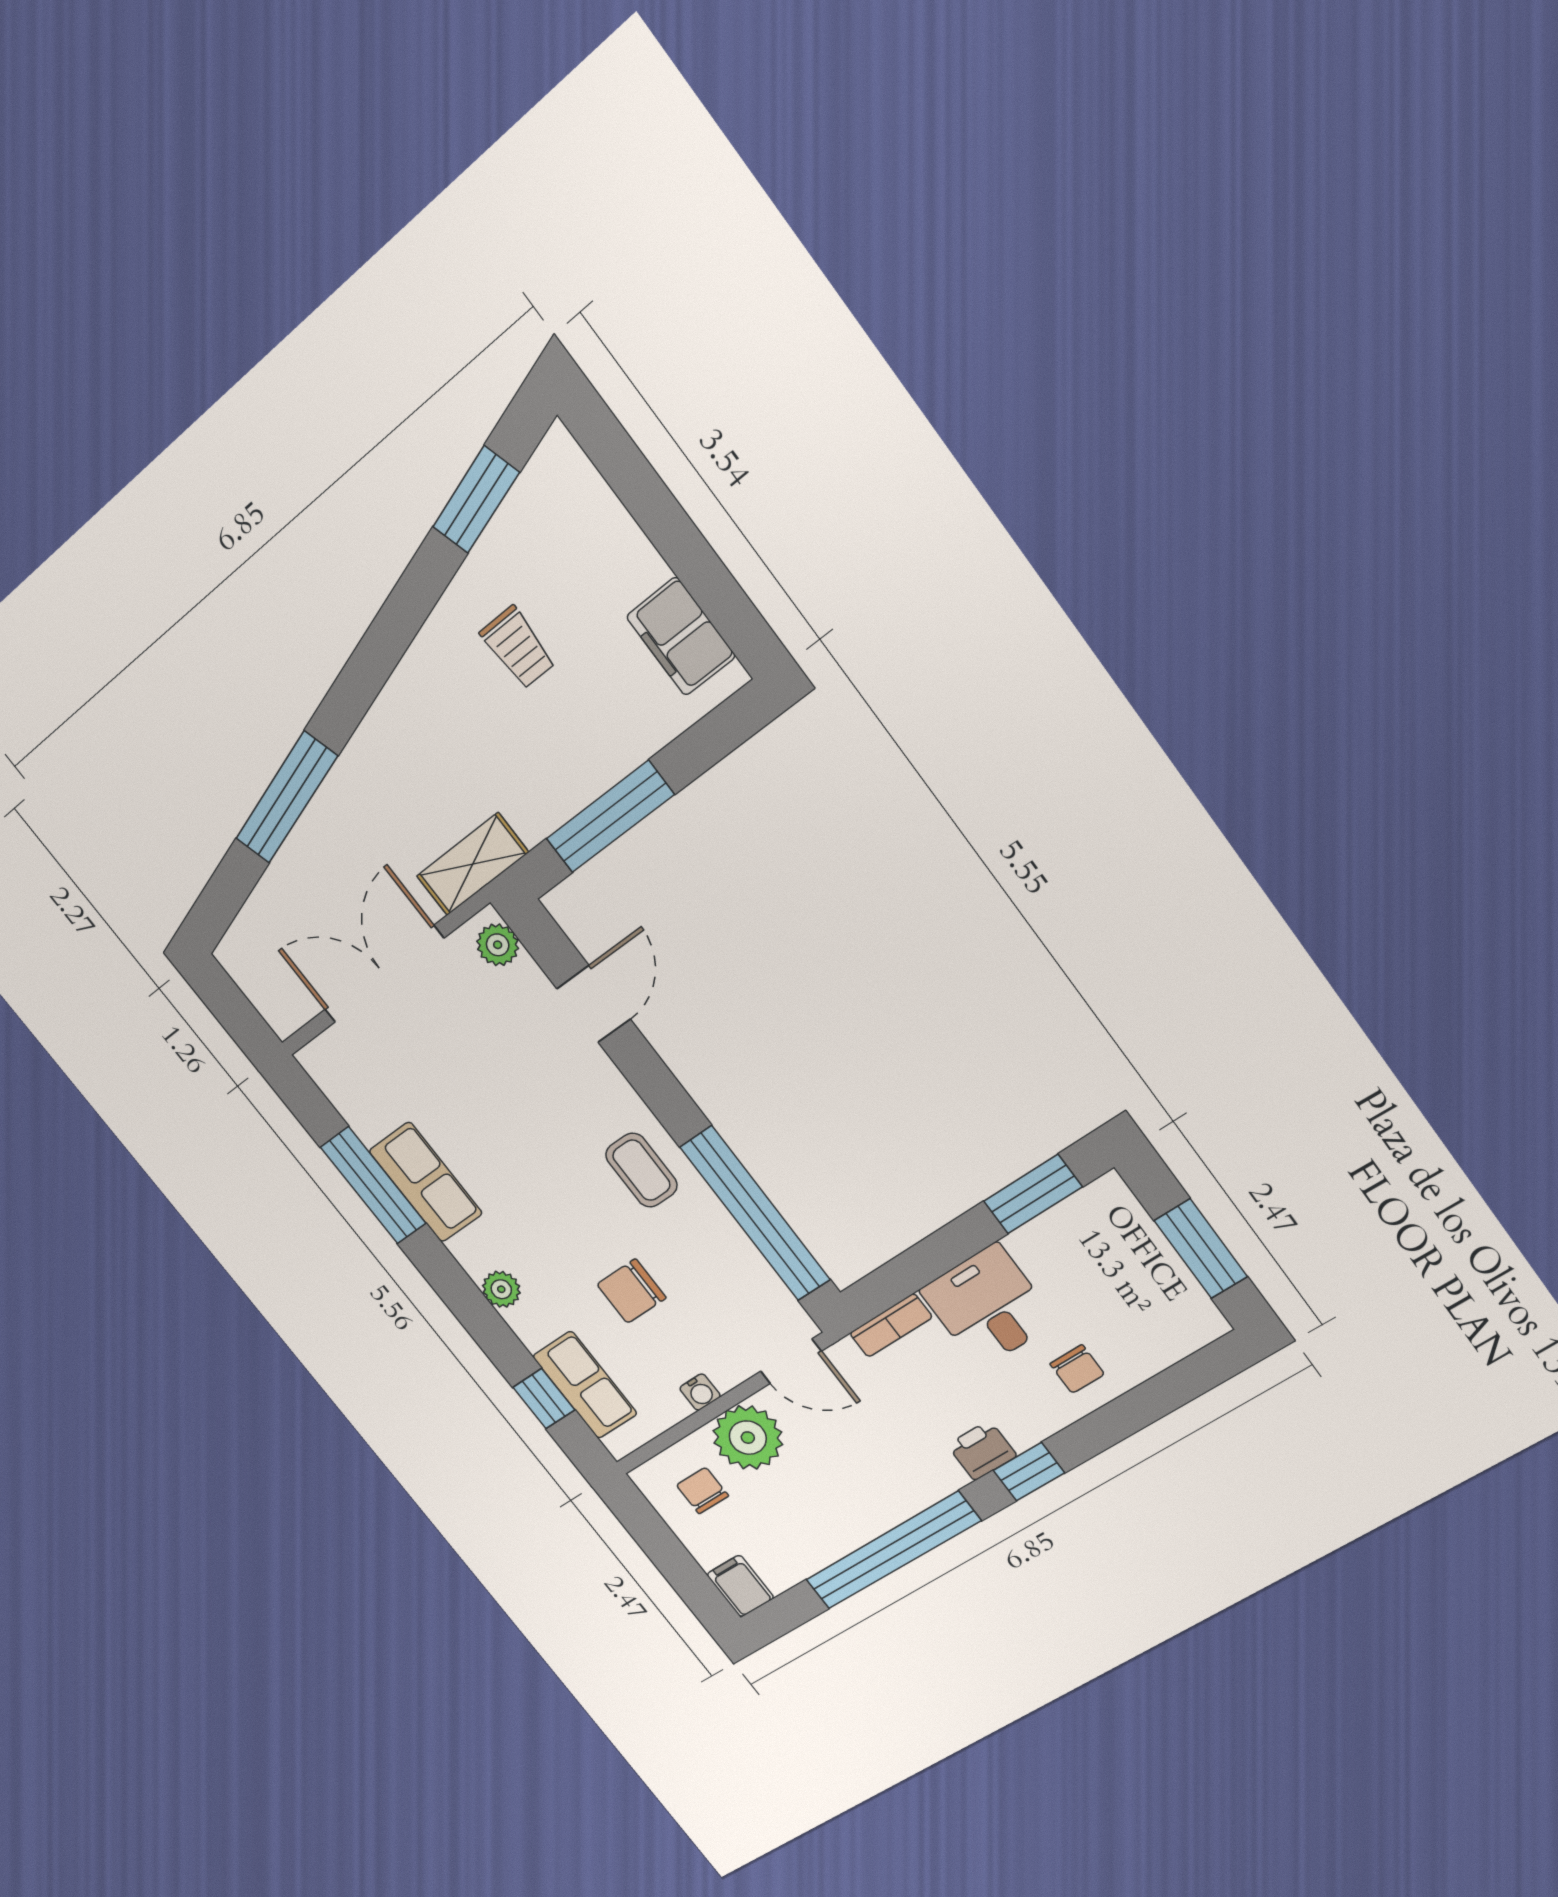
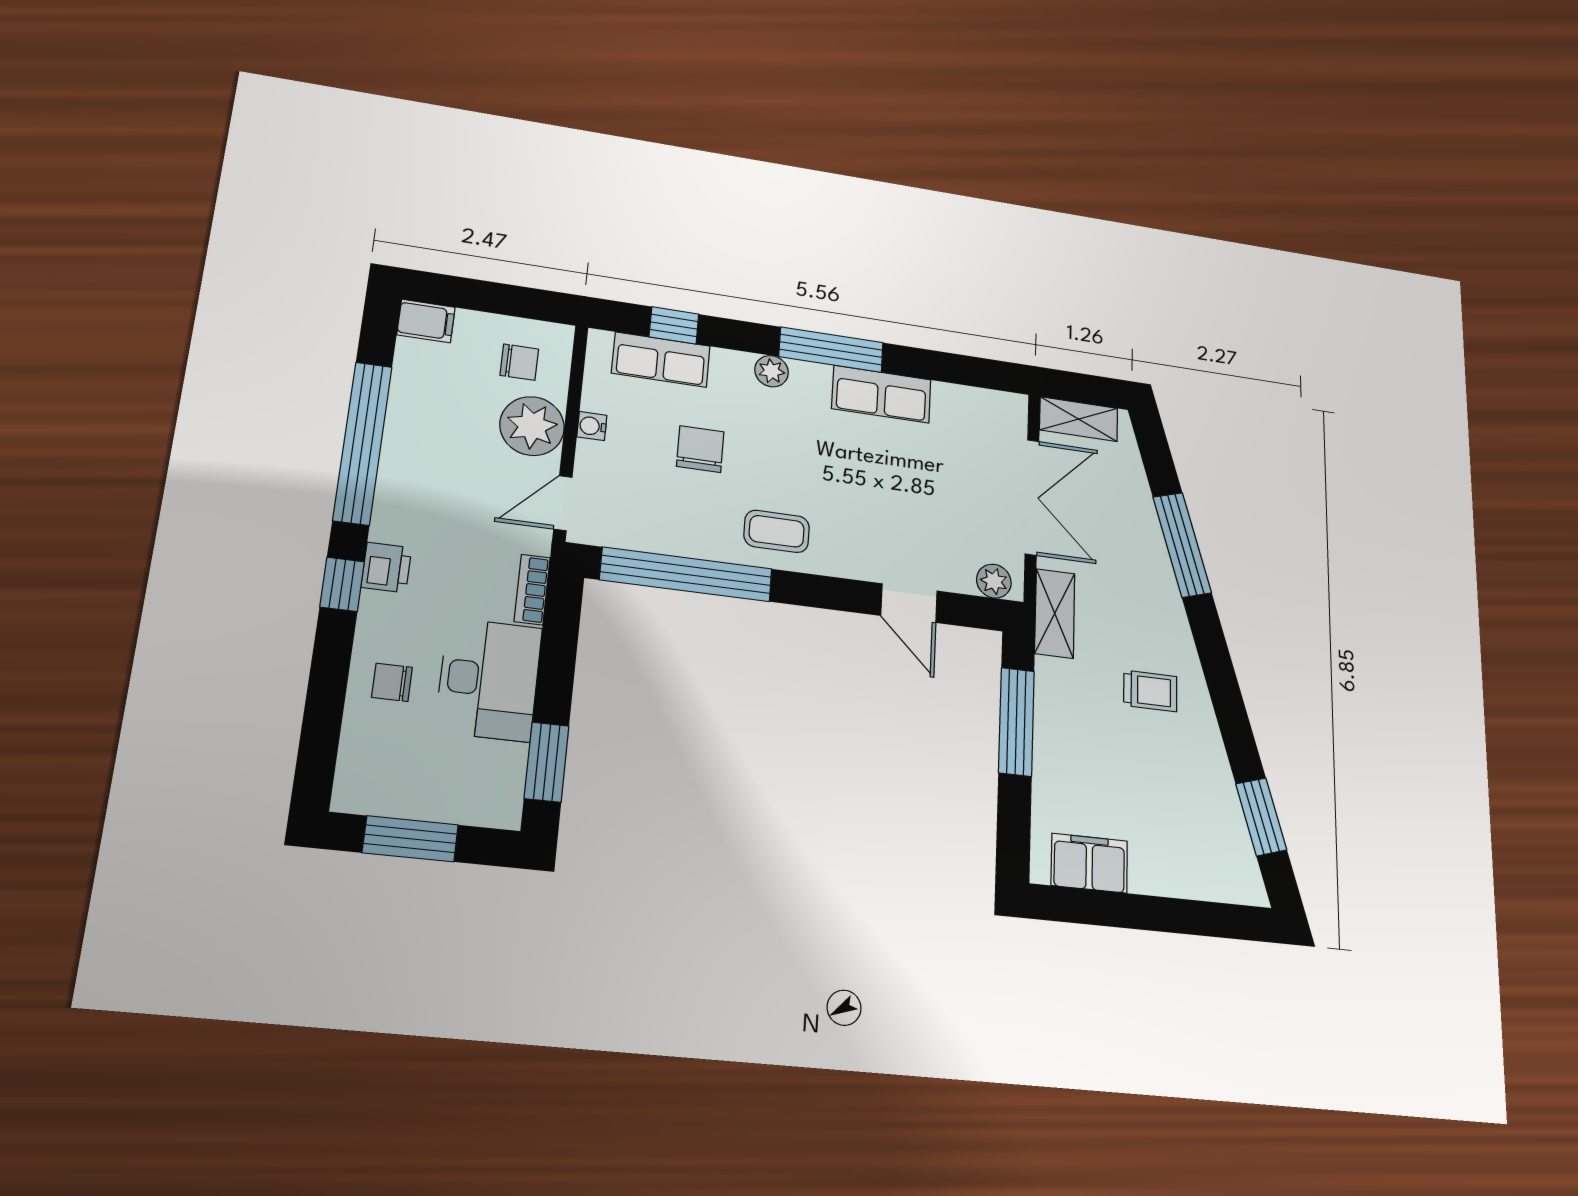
trolley: (518, 647) -> (1150, 691), moved, turned 180
shelving: (267, 992) -> (1079, 419), added
window: (373, 1185) -> (831, 350), moved
desk: (988, 1306) -> (489, 680), width x1.37

